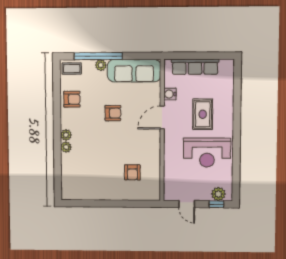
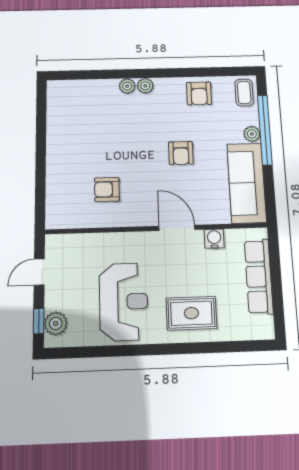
rug: (203, 114) -> (191, 313), moved
reception desk: (207, 153) -> (124, 302), turned 180
armchair: (132, 172) -> (107, 189), moved

